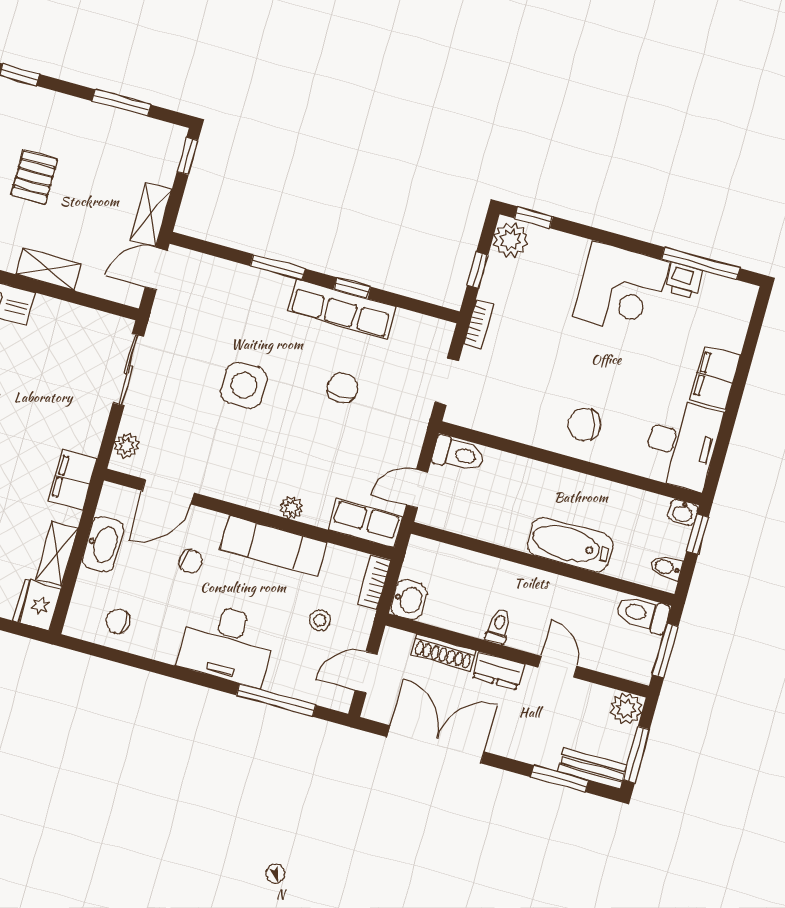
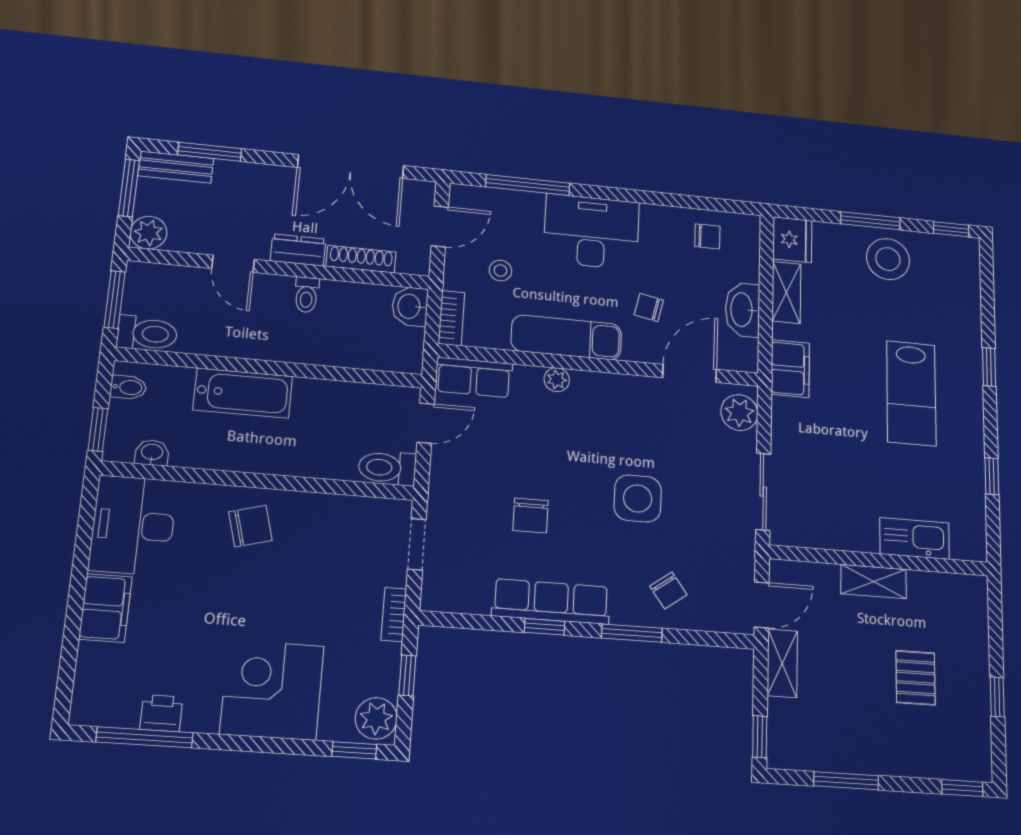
corner desk: (621, 289) -> (272, 690), moved
chair: (236, 298) -> (668, 590), added
plant: (127, 445) -> (739, 413), width x1.38, depth x1.38
washbasin: (683, 512) -> (152, 453), moved

